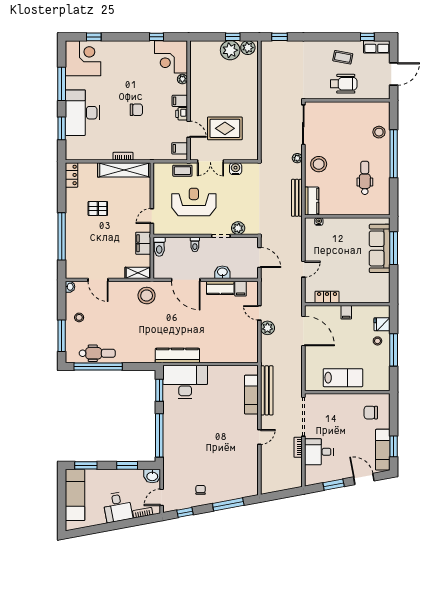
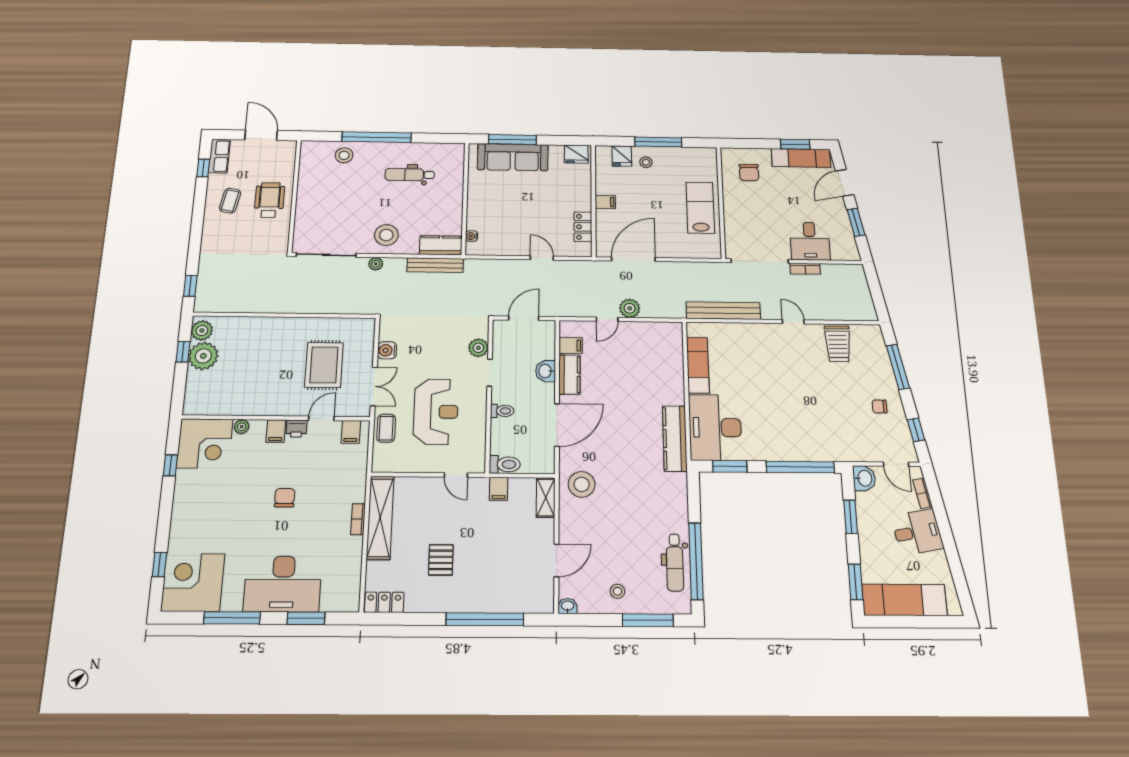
reception desk: (194, 202) -> (436, 412), turned 180
filing cabinet: (143, 243) -> (499, 489), width x0.50
fridge: (383, 292) -> (576, 154), added
dental chair: (97, 353) -> (675, 563), turned 180
exam couch: (251, 395) -> (698, 365), moved, turned -90
trolley: (244, 466) -> (838, 344), added

